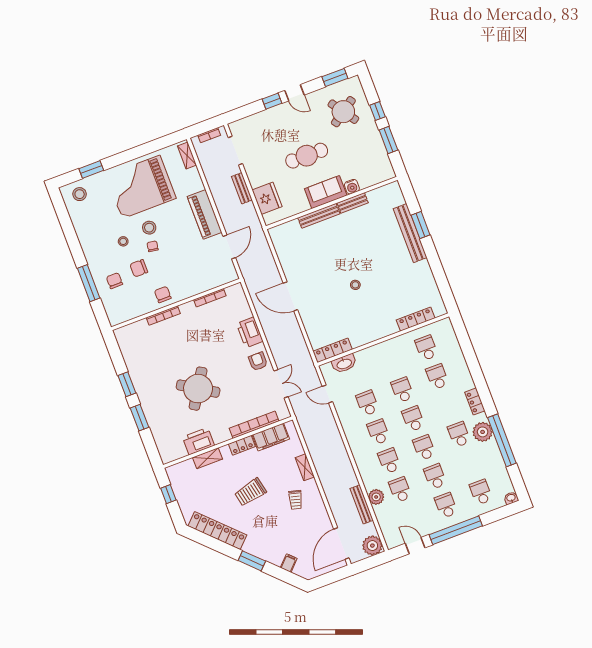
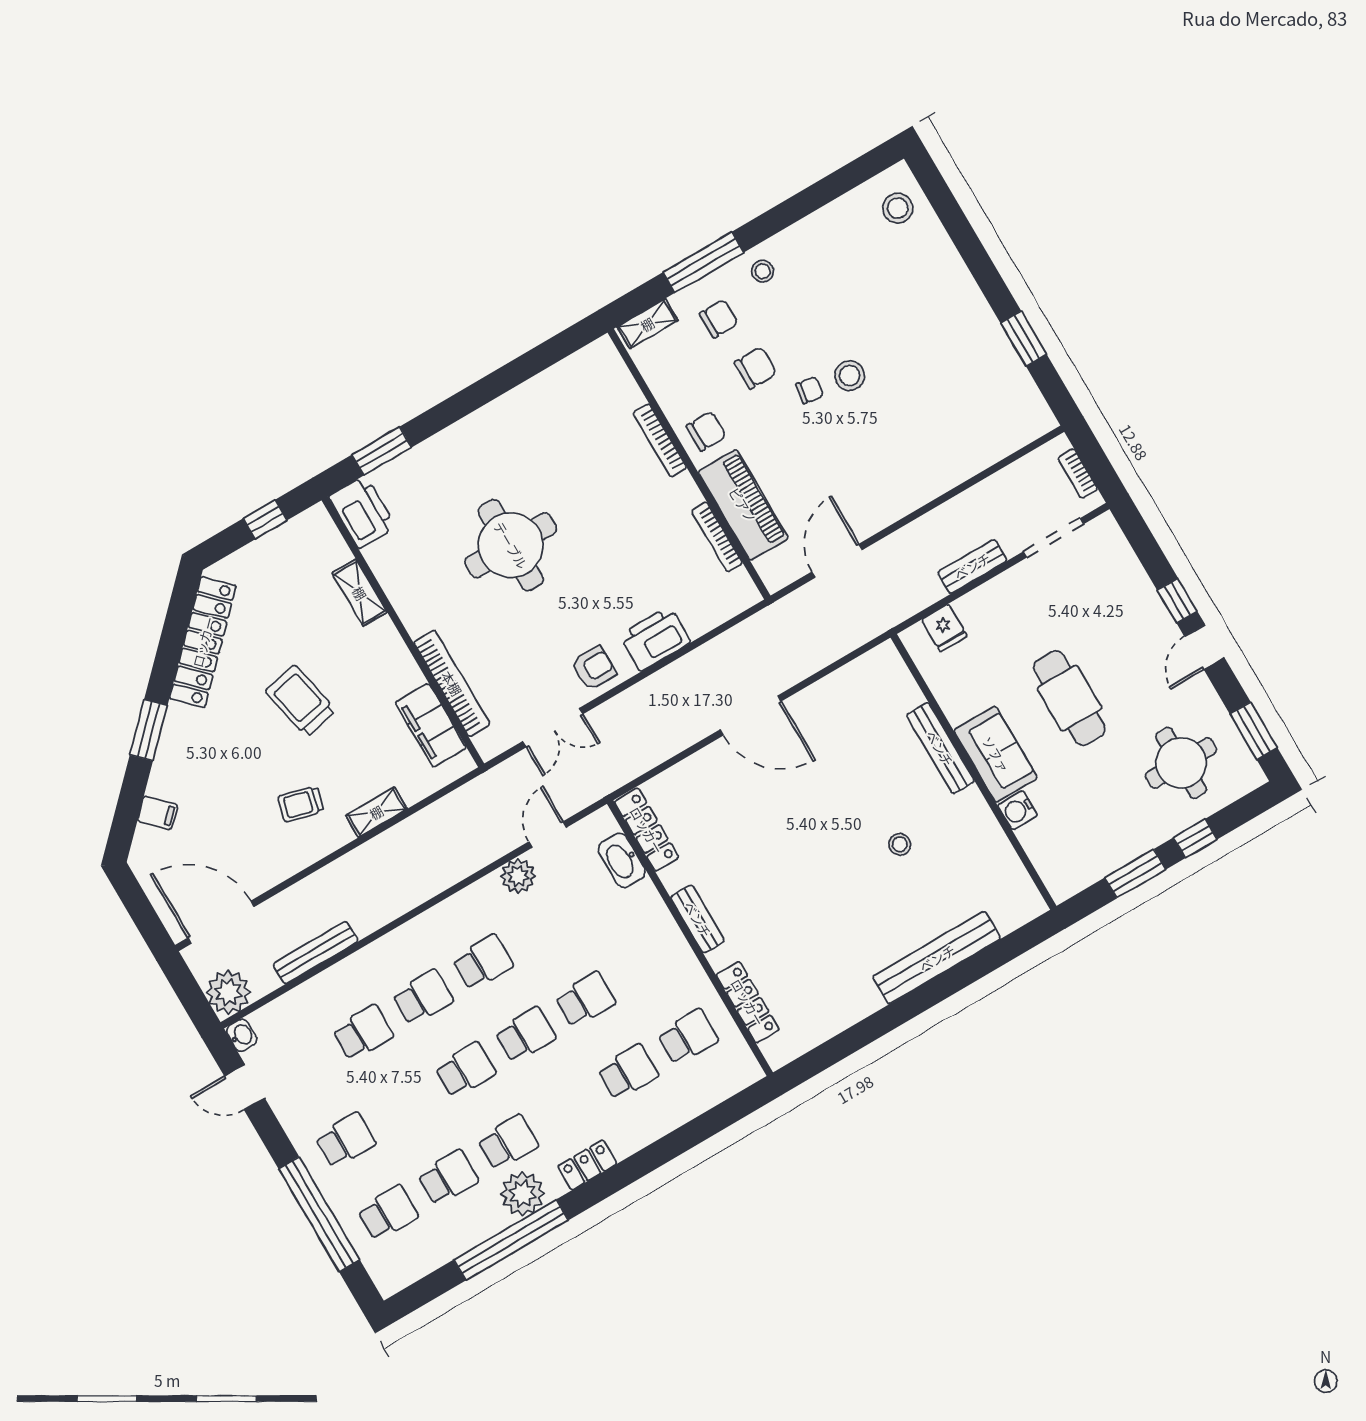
round table: (343, 112) -> (1181, 763), turned 35
shelving: (187, 155) -> (647, 324), moved
window: (91, 170) -> (1024, 339), moved
grand piano: (141, 187) -> (937, 342), removed
fridge: (267, 198) -> (944, 628), width x0.53, depth x0.75
bench: (353, 203) -> (698, 919), moved
piano: (205, 214) -> (743, 505), moved, turned 90
window: (421, 225) -> (959, 977), removed
stool: (123, 241) -> (763, 271), moved
door: (229, 247) -> (837, 561), swing flipped
chair: (139, 268) -> (756, 368), turned 90
stool: (355, 285) -> (900, 844), moved
door: (290, 296) -> (751, 716), swing flipped
window: (127, 384) -> (493, 386), removed
round table: (198, 389) -> (511, 545), turned -32
school desk: (367, 403) -> (543, 927), removed
window: (139, 418) -> (382, 451), moved
printer: (198, 441) -> (362, 512), moved
locker: (242, 445) -> (402, 664), removed
school desk: (435, 477) -> (448, 1178), moved
plant: (376, 497) -> (518, 876), moved
washbasin: (511, 498) -> (242, 1035), moved
window: (456, 530) -> (319, 1214), moved
door: (415, 546) -> (245, 1087), swing flipped

